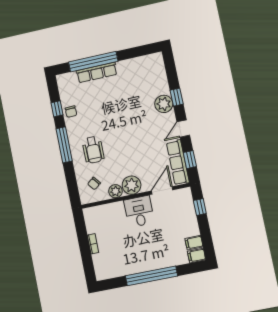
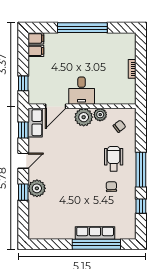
chair: (71, 112) -> (111, 187), moved
row of seats: (178, 162) -> (35, 123), width x0.68

